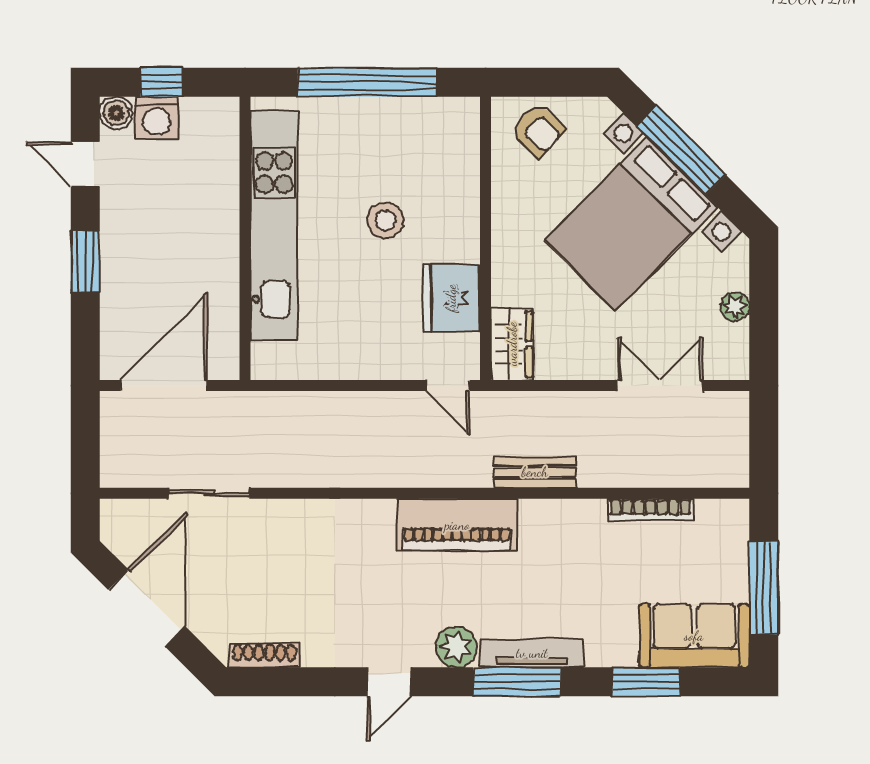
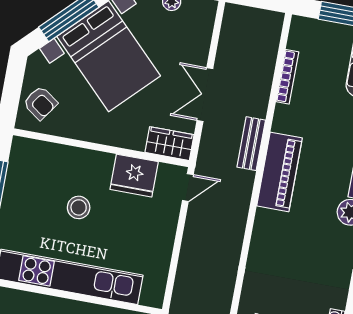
armchair: (538, 130) -> (40, 103), turned 81
double door: (660, 386) -> (205, 95), moved
piano: (457, 525) -> (279, 172), moved

